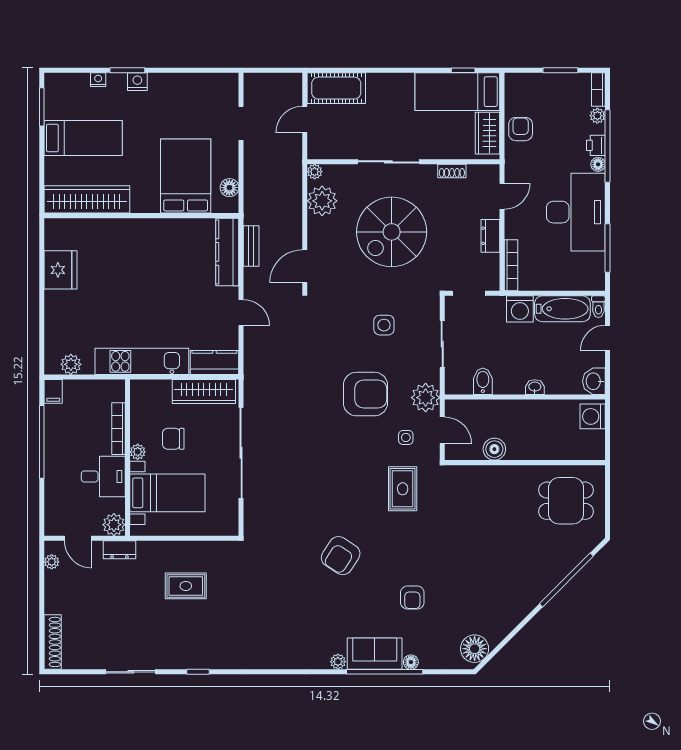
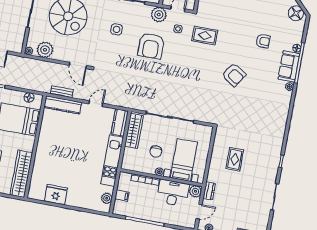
filing cabinet: (53, 391) -> (122, 195), moved
armchair: (365, 394) -> (151, 46), turned 180
desk: (103, 477) -> (173, 193), width x1.37

